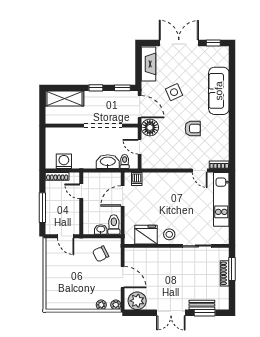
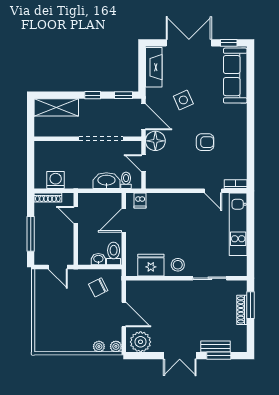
sofa: (219, 91) -> (235, 76), moved

